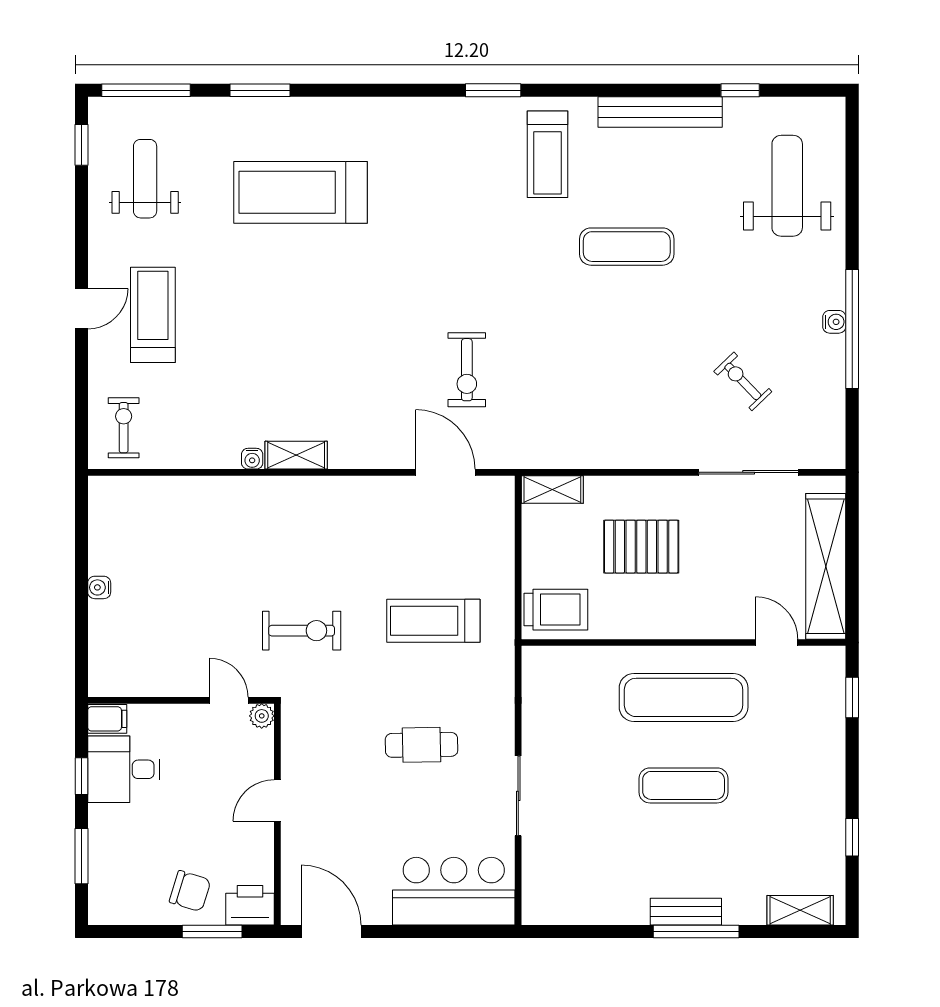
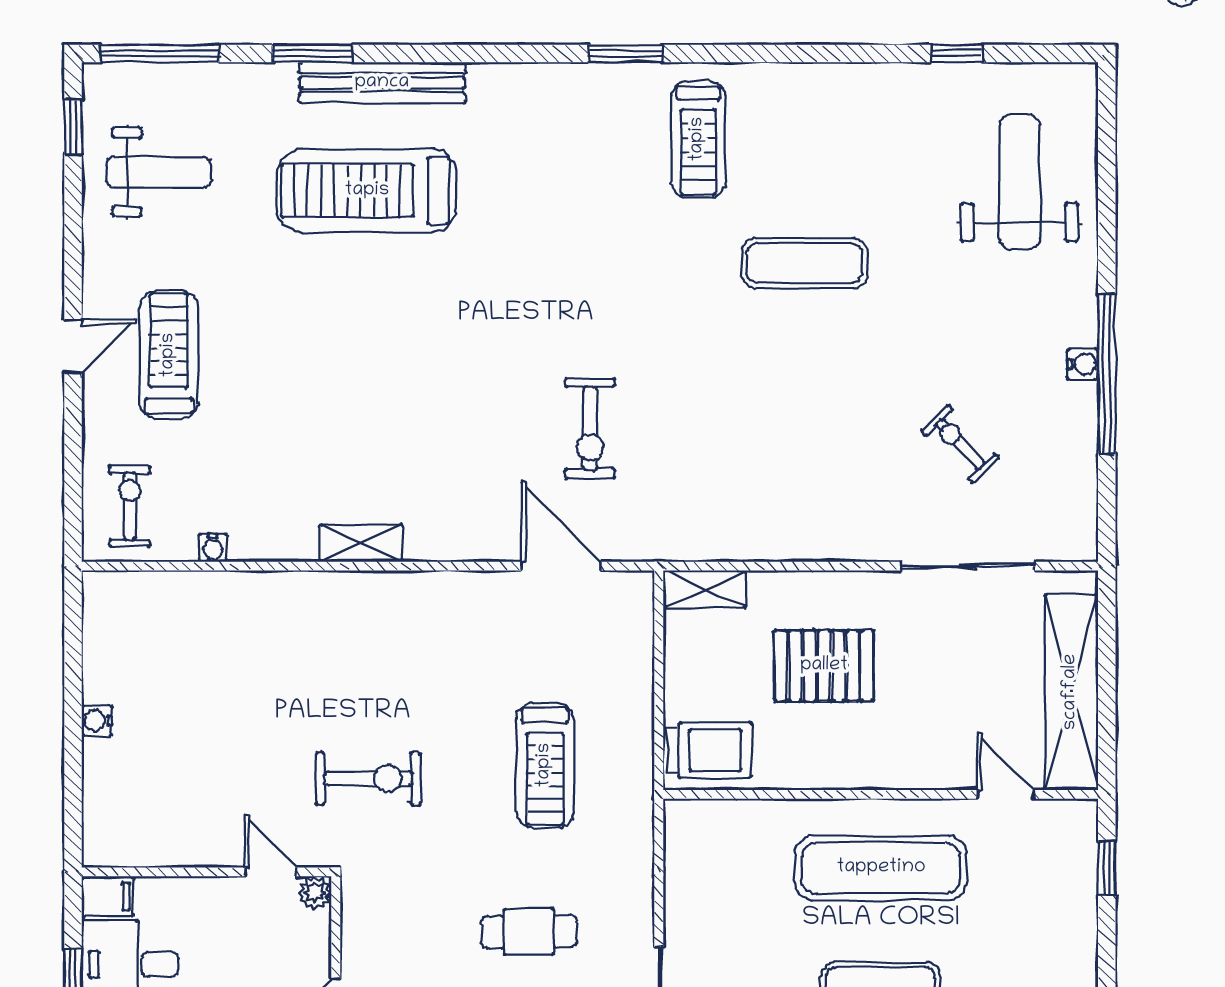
bench: (660, 112) -> (382, 83), moved
weight bench: (145, 179) -> (158, 172), turned 90
water cooler: (252, 459) -> (213, 548), moved
treadmill: (433, 621) -> (545, 765), turned -90

